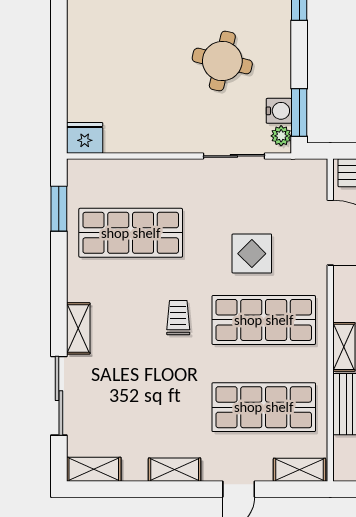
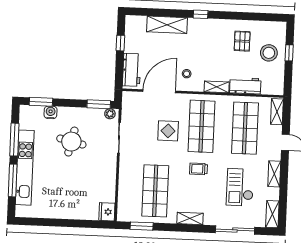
water cooler: (279, 111) -> (51, 112), moved
shelving: (78, 328) -> (190, 218), moved
checkout: (145, 402) -> (240, 187), added

